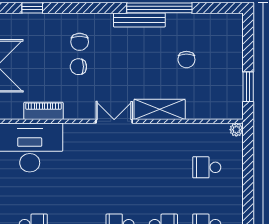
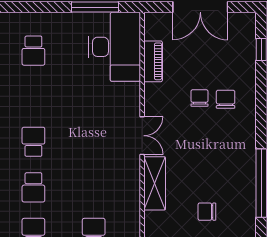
bench: (139, 20) -> (249, 162), removed
chair: (80, 42) -> (226, 99), turned 90

